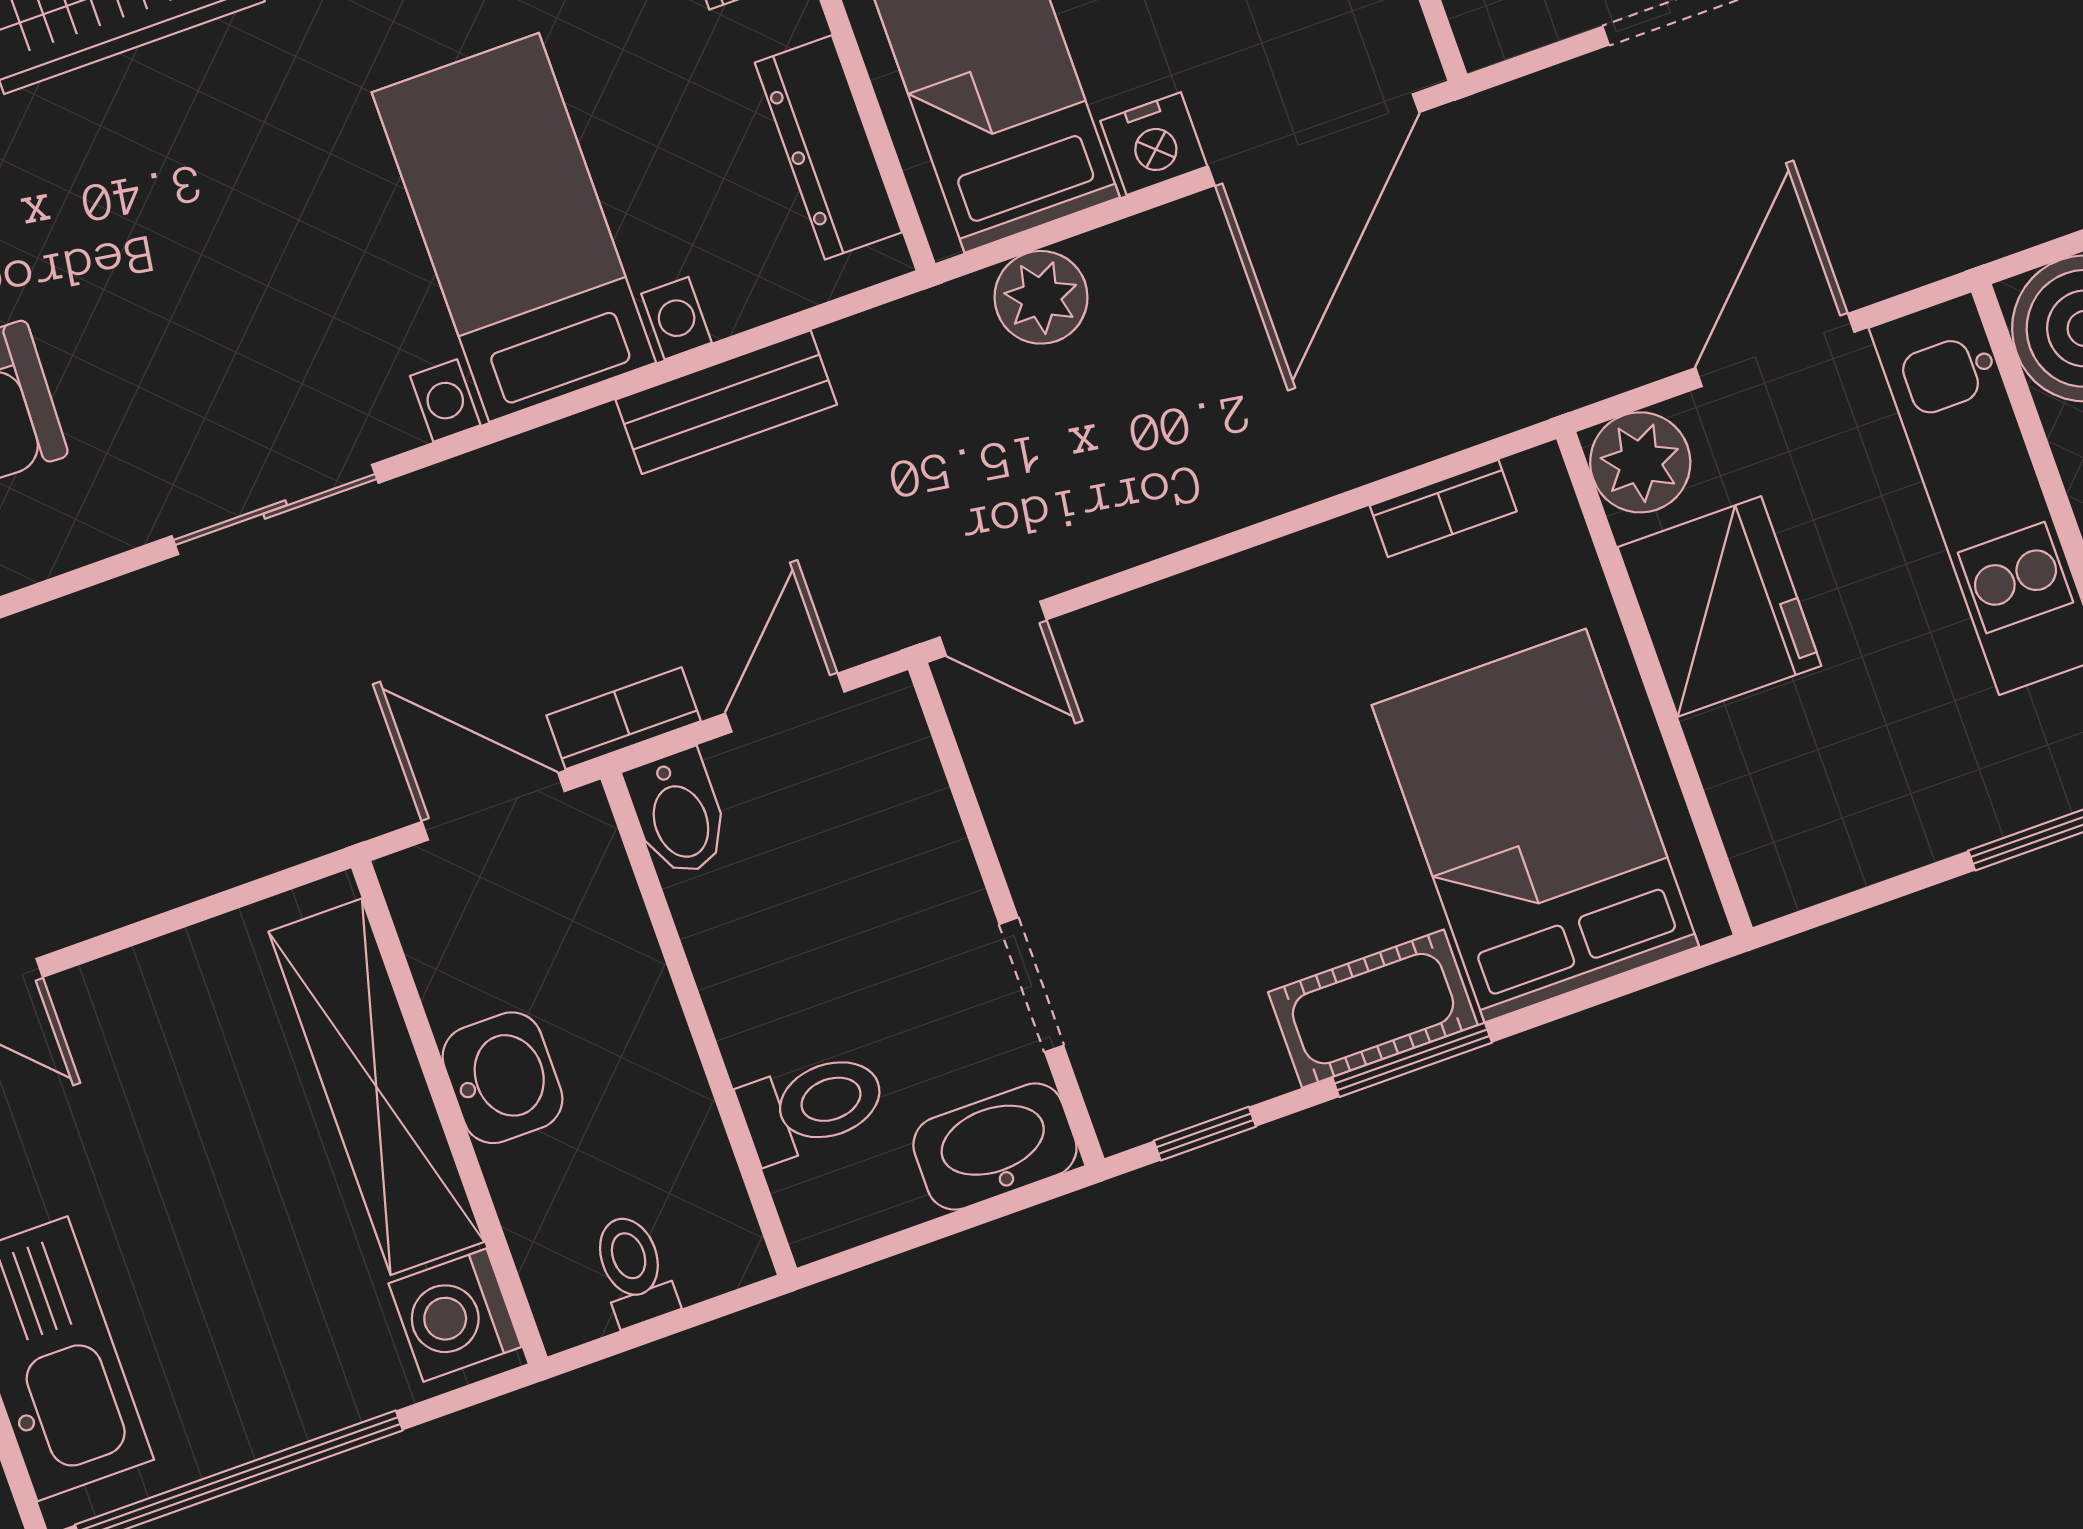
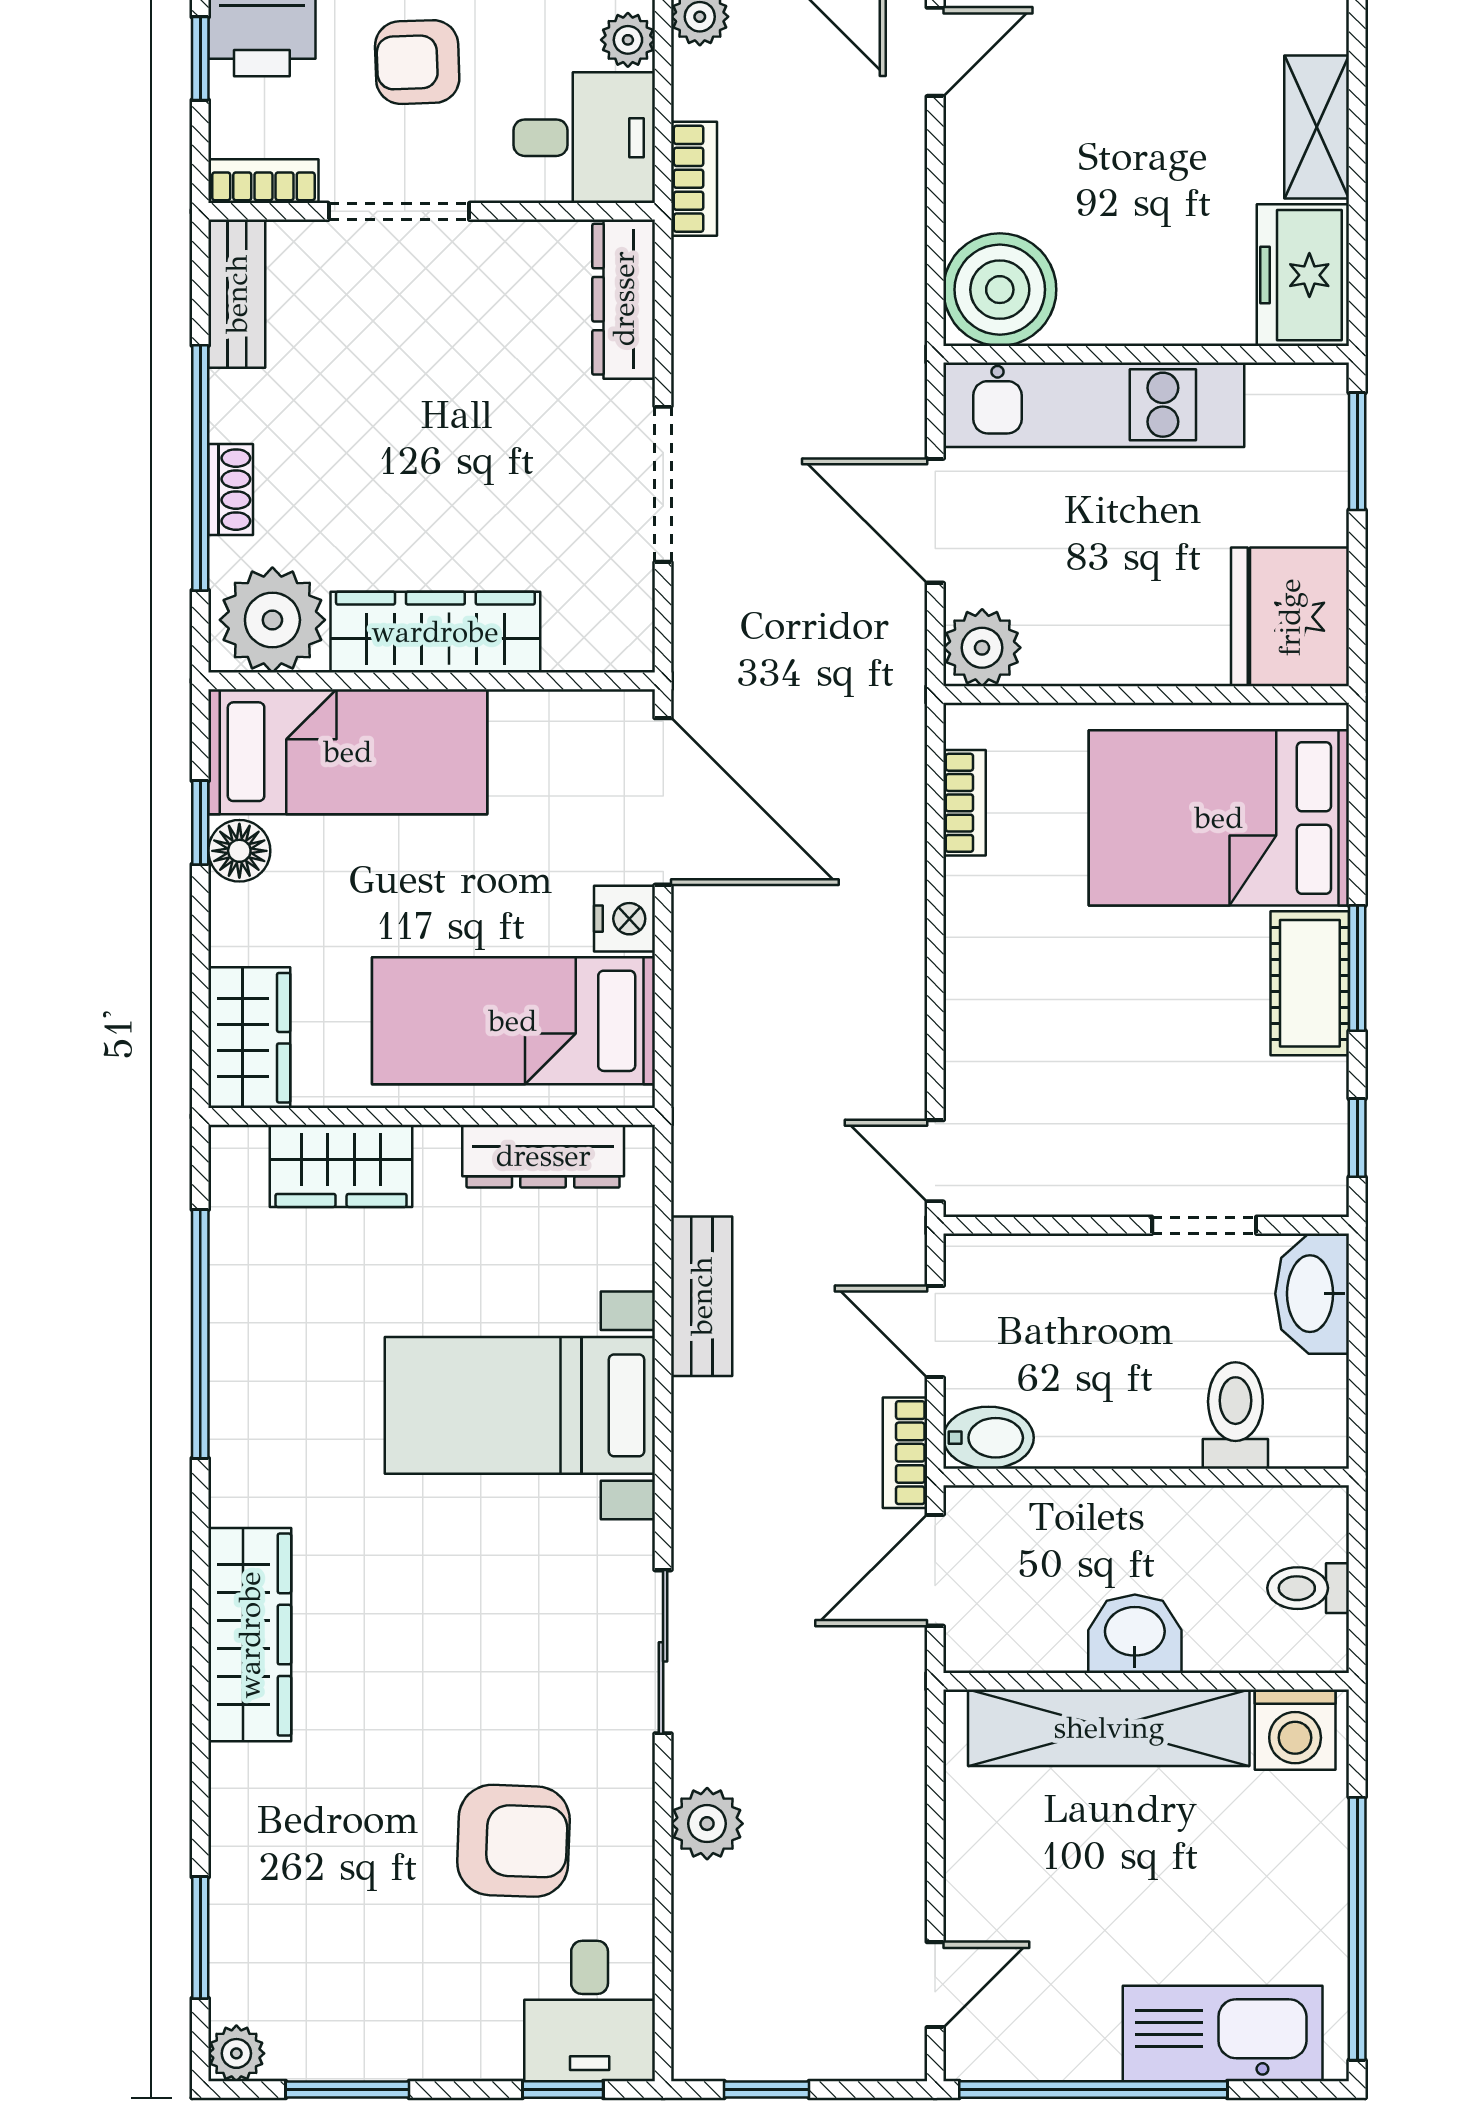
plant: (1041, 297) -> (707, 1824), moved
fridge: (1719, 606) -> (1290, 617), moved, turned -90
door: (993, 628) -> (935, 1161), swing flipped

